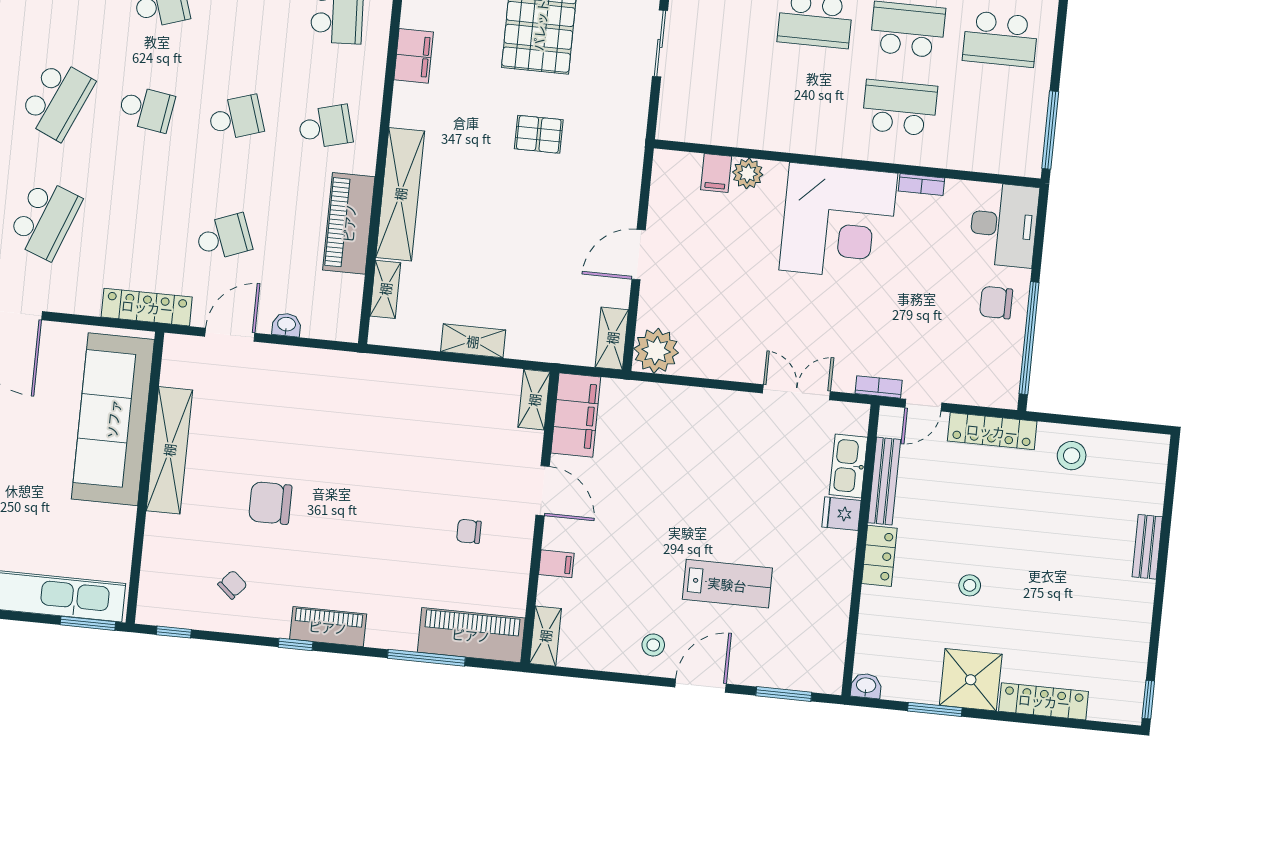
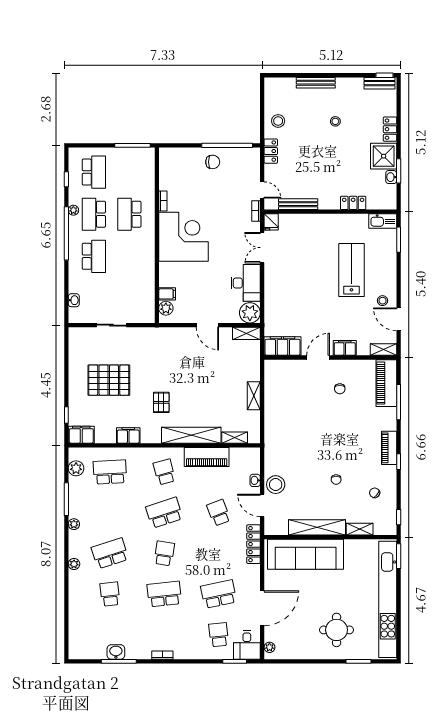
school desk: (57, 100) -> (164, 594), turned -30
school desk: (236, 118) -> (164, 513), width x1.85
pallet: (539, 134) -> (161, 402), moved
plant: (748, 173) -> (166, 308), moved
school desk: (45, 219) -> (219, 594), turned -33
desk: (1004, 225) -> (246, 283), moved, turned 90
chair: (996, 303) -> (213, 162), turned -90
stool: (273, 369) -> (276, 485), added
shelving: (534, 400) -> (360, 529), moved
locker: (992, 431) -> (271, 151), width x0.66
kitchen sink: (848, 466) -> (383, 221), moved
chair: (270, 503) -> (336, 480), width x0.54, depth x0.54
fridge: (841, 514) -> (271, 222), moved
bench: (1147, 547) -> (316, 83), width x1.36
locker: (879, 556) -> (353, 203), moved
filing cabinet: (556, 564) -> (345, 348), width x2.00
lab bench: (727, 584) -> (351, 270), width x1.36, depth x1.39
stool: (970, 585) -> (335, 121), moved
door: (701, 686) -> (399, 319), moved
washbasin: (866, 686) -> (391, 177), moved
bench: (1132, 687) -> (379, 83), added
locker: (1044, 701) -> (390, 129), width x0.66

